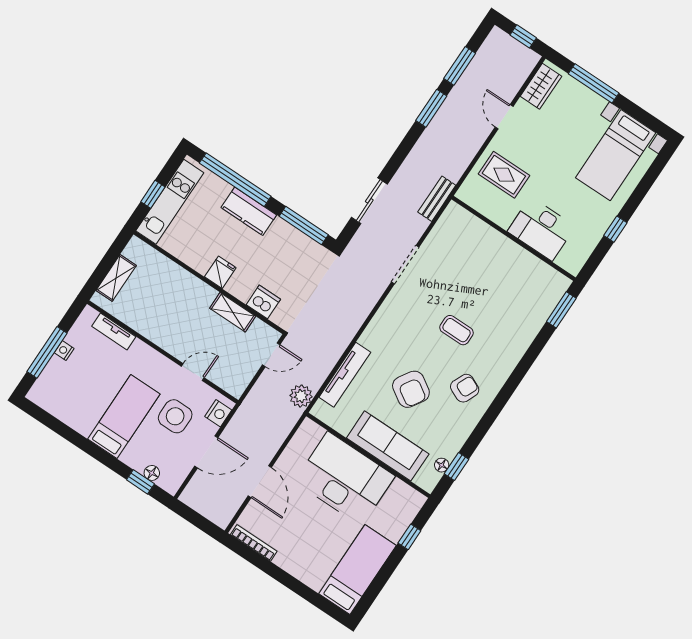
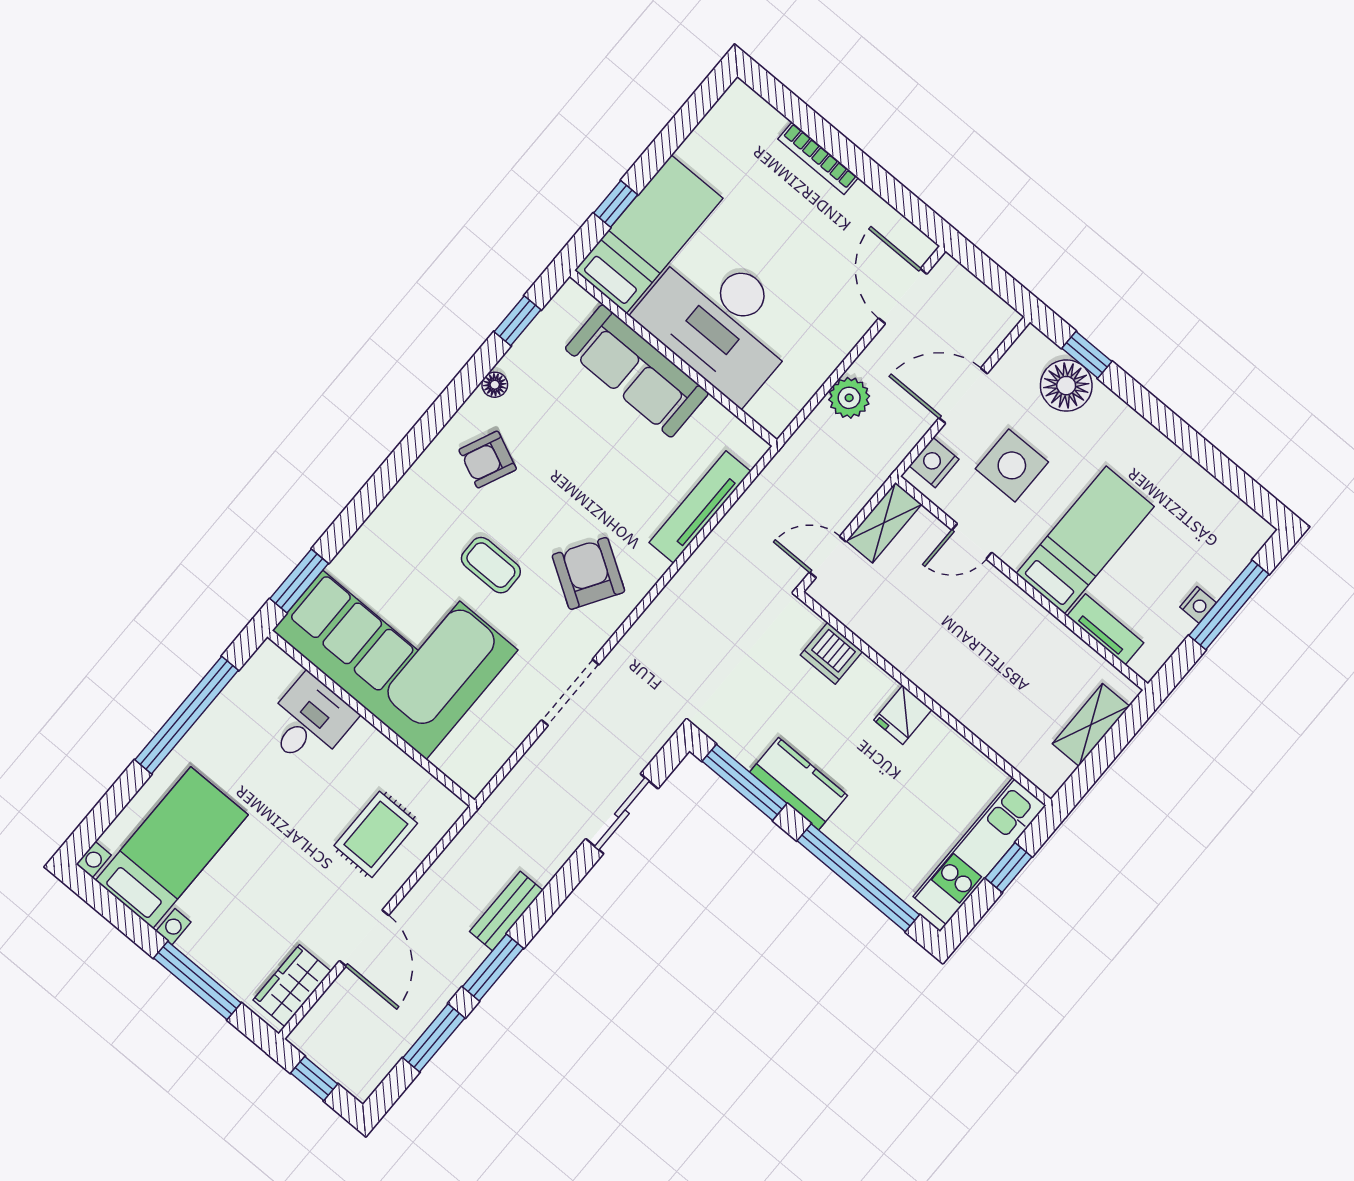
door: (504, 117) -> (364, 938), width x1.38
rug: (504, 175) -> (376, 834), turned 90
bench: (437, 199) -> (506, 911), moved
kitchen counter: (249, 211) -> (799, 784), moved
desk: (541, 229) -> (309, 721), width x0.73
window: (615, 229) -> (187, 715), width x3.17
corner sofa: (505, 283) -> (395, 640), added
shelving: (233, 312) -> (884, 523), moved, turned 90
armchair: (411, 389) -> (588, 573), moved
plant: (301, 396) -> (849, 398), moved
bed: (124, 417) -> (1085, 540), moved, turned 180
floor lamp: (442, 465) -> (495, 385), moved
floor lamp: (152, 473) -> (1066, 386), width x1.89, depth x1.89
door: (260, 482) -> (903, 296), moved
bookcase: (254, 543) -> (818, 158), moved
bed: (358, 570) -> (649, 234), moved, turned 180

